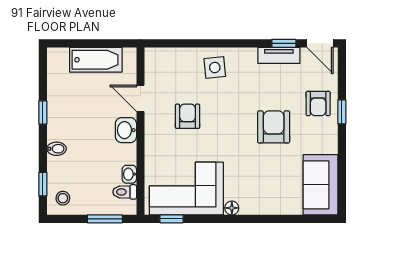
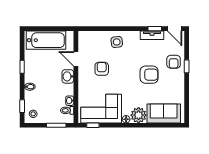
bathtub: (96, 60) -> (46, 40), width x1.36, depth x1.36
armchair: (274, 127) -> (149, 75), turned 90
sofa: (321, 185) -> (164, 113), moved, turned 90
plant: (254, 201) -> (139, 115), added

